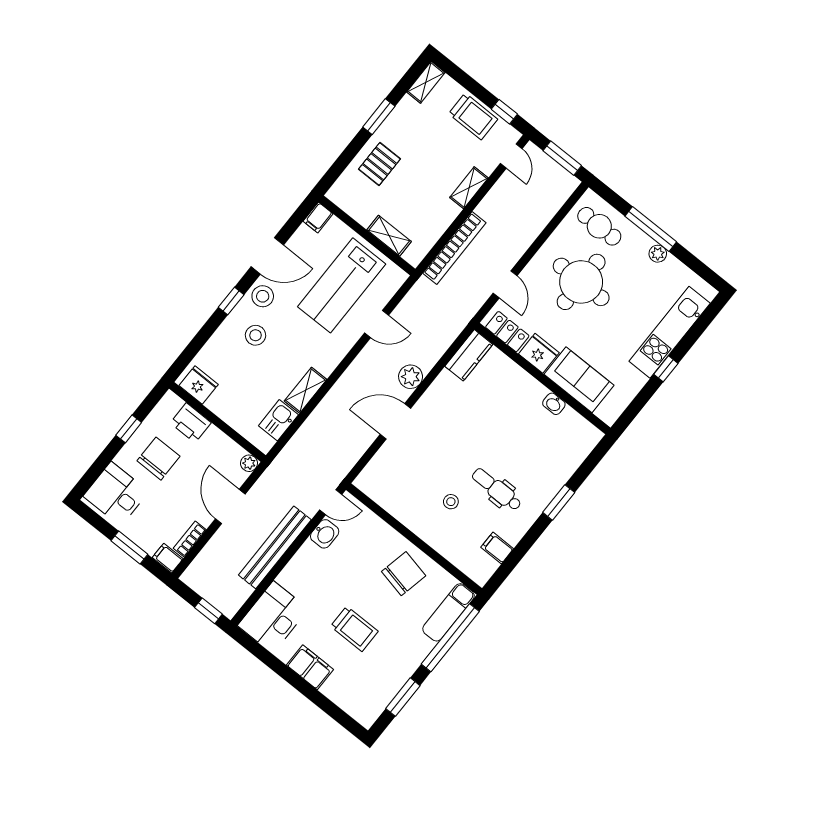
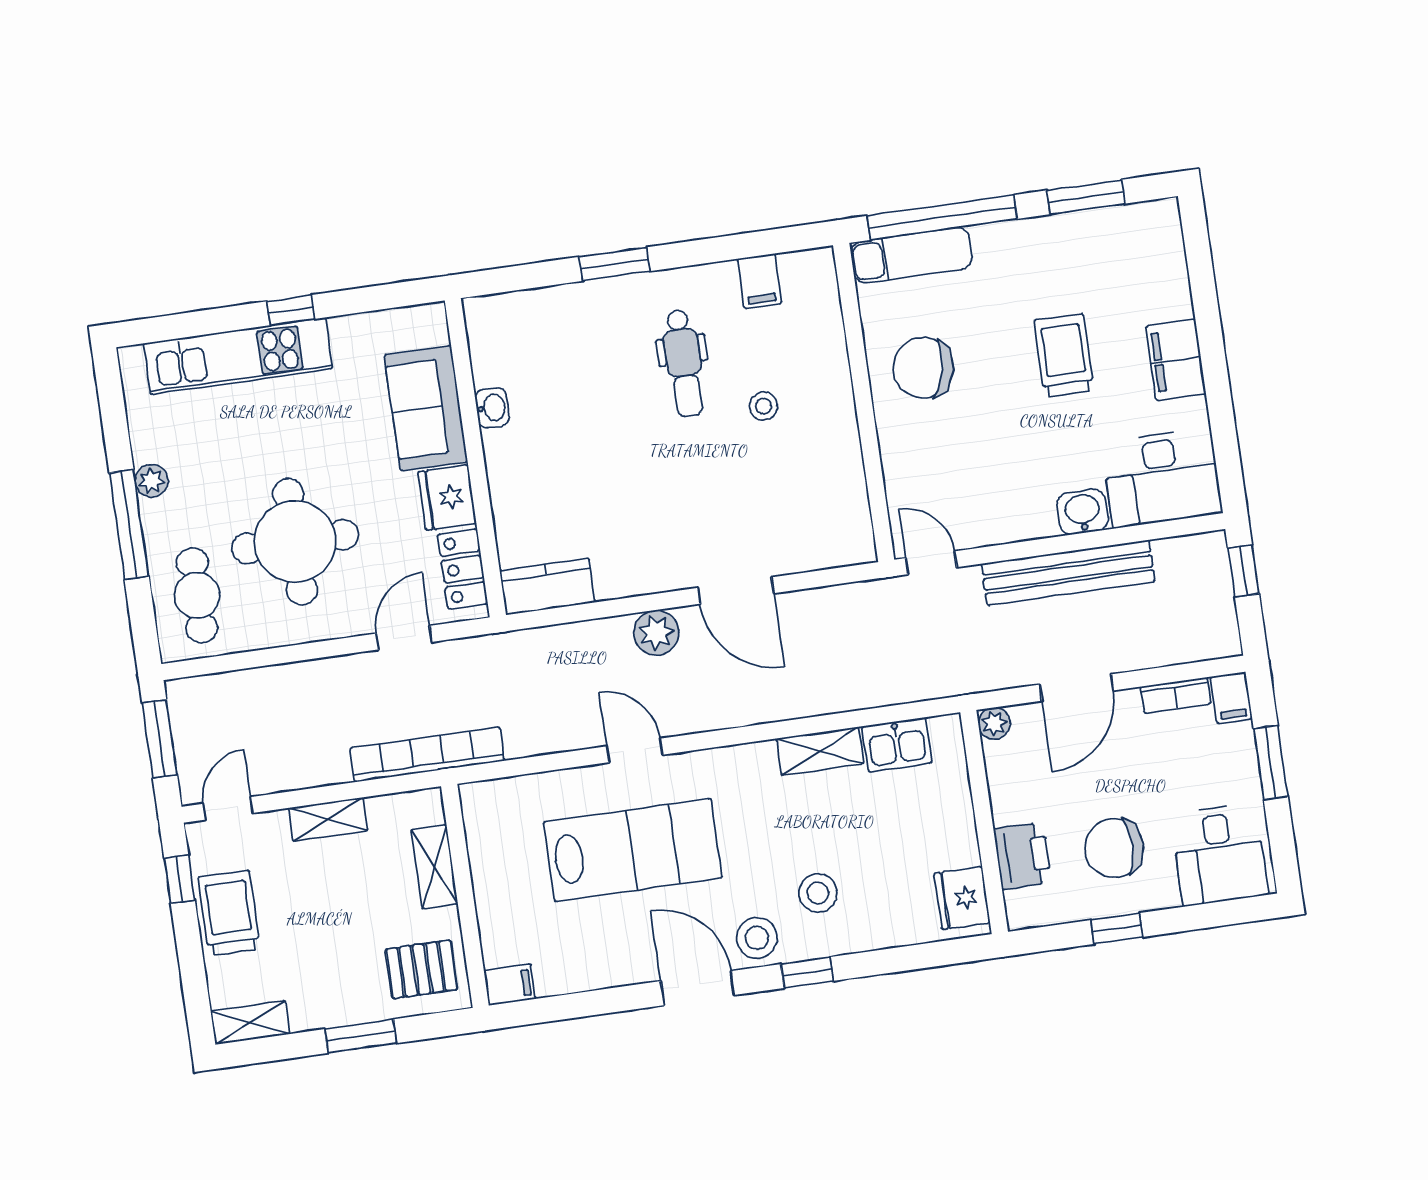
filing cabinet: (318, 218) -> (510, 985), moved
wall: (367, 235) -> (465, 896), moved
shelving: (389, 236) -> (434, 867), moved
washbasin: (325, 534) -> (1082, 512), moved

